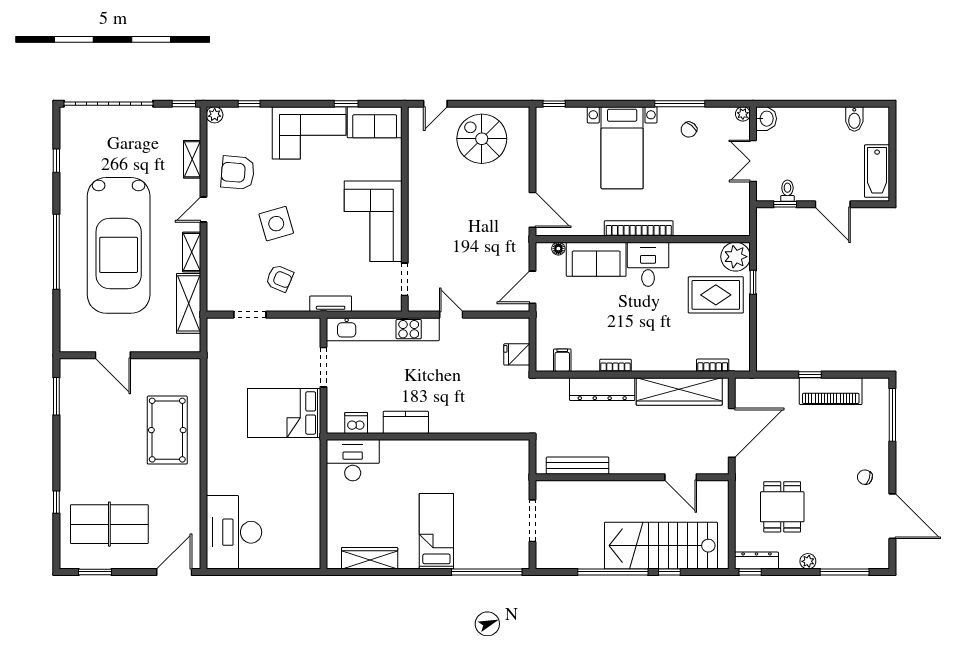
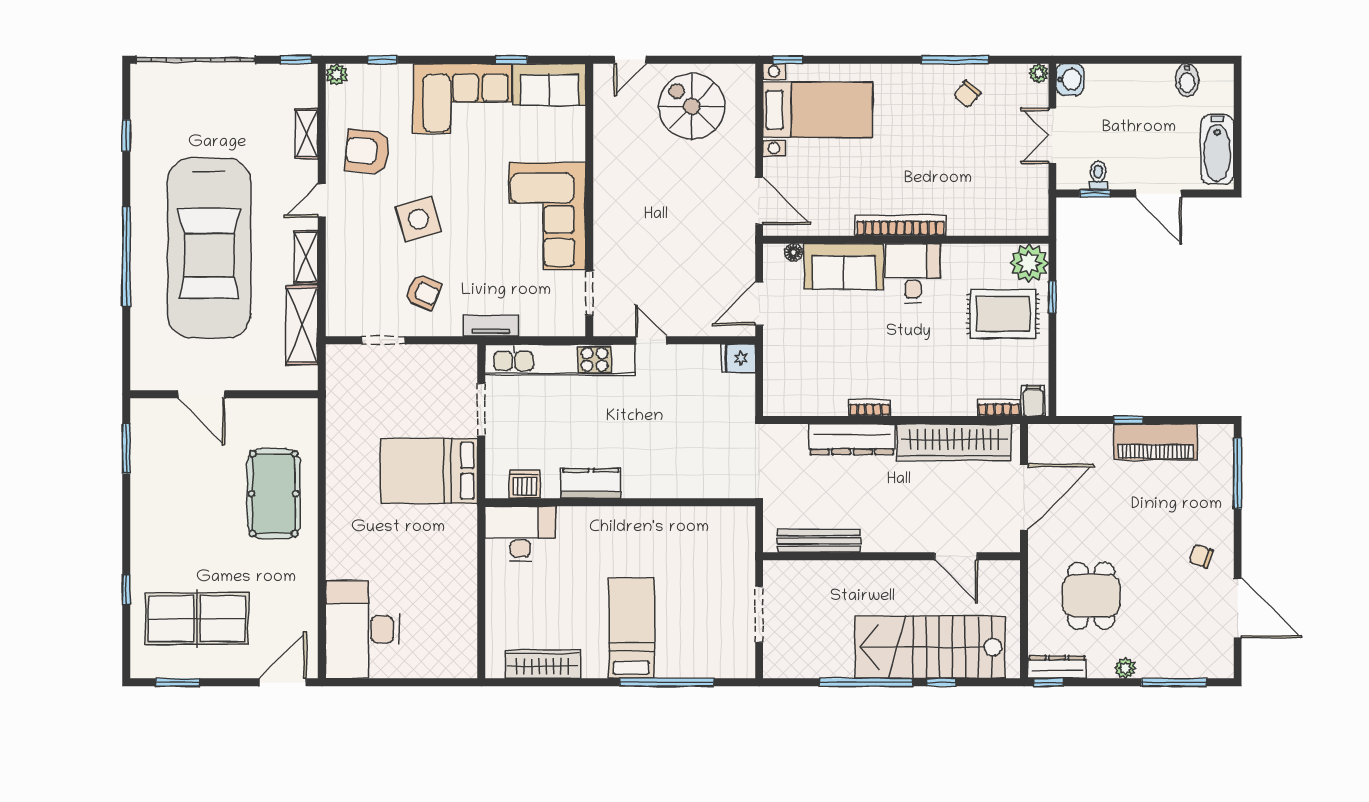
bed with nightstands: (622, 148) -> (818, 110), moved, turned -90
fridge: (517, 354) -> (738, 358), moved
filing cabinet: (562, 360) -> (1033, 401), moved
window: (487, 572) -> (667, 682), moved

